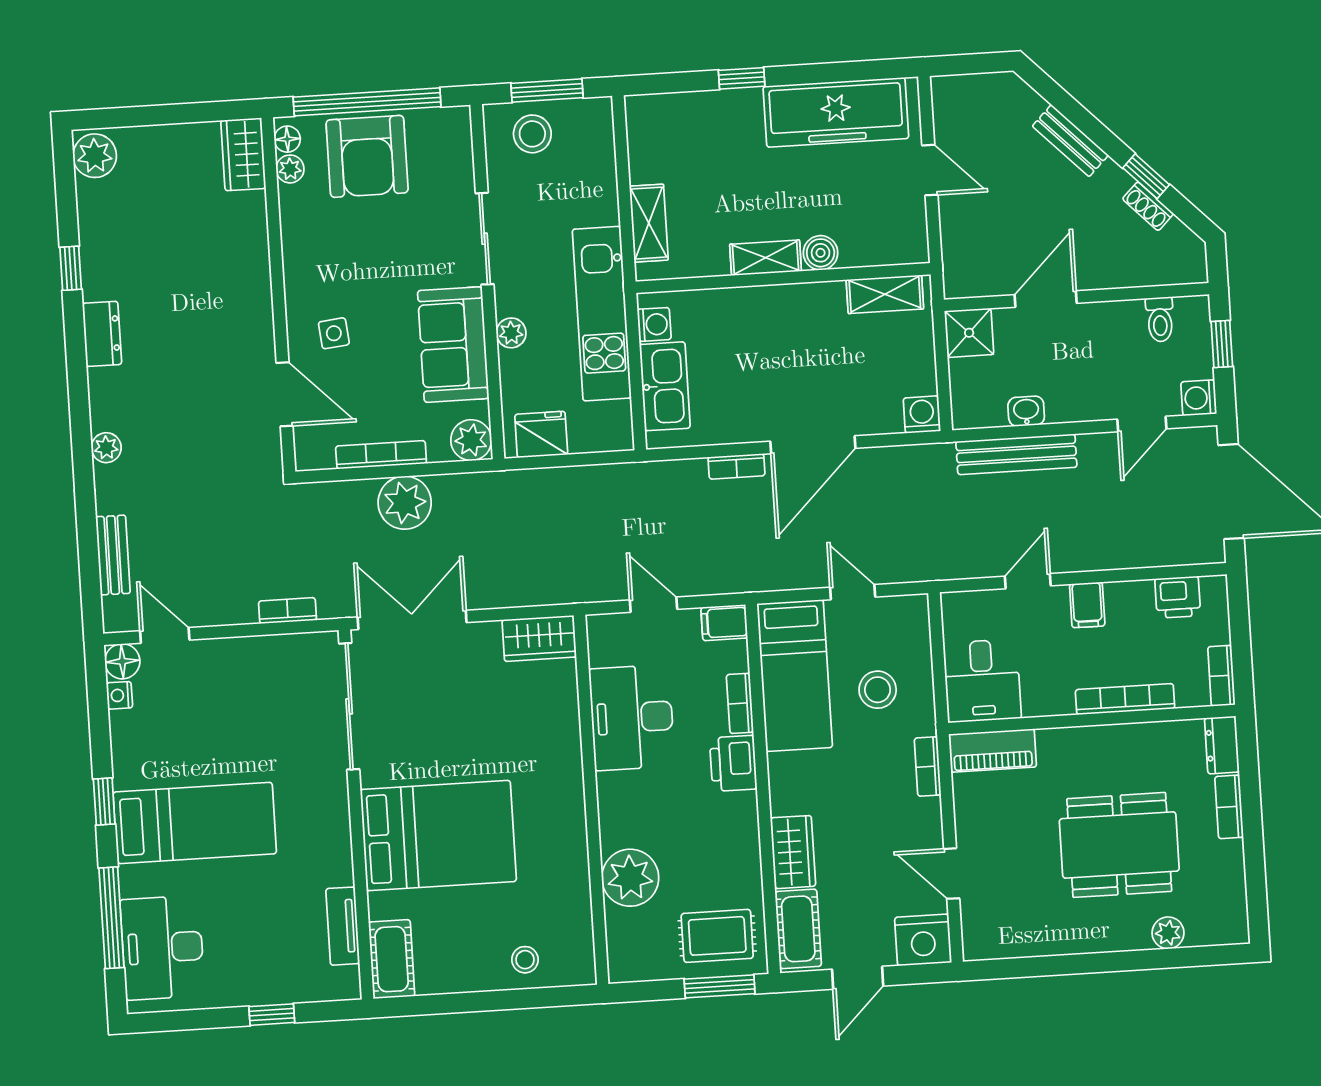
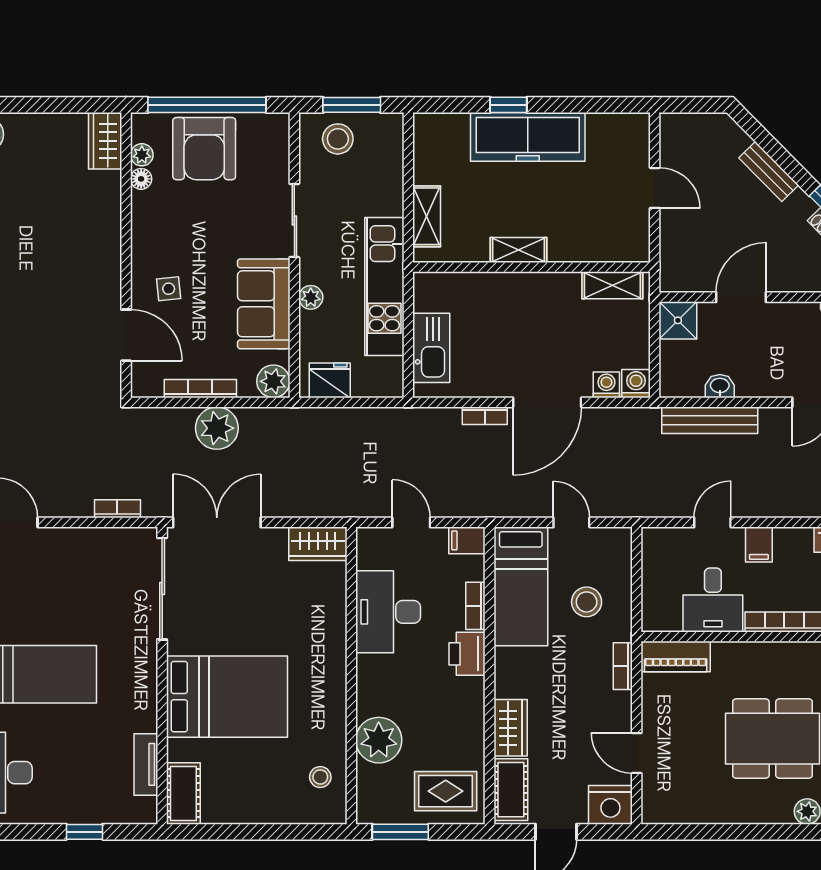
freezer: (836, 112) -> (528, 137), moved
floor lamp: (287, 139) -> (141, 179), moved
boiler: (821, 253) -> (563, 249), removed
washing machine: (654, 324) -> (606, 385), moved, turned -90
desk: (982, 681) -> (713, 600), moved
stool: (525, 960) -> (320, 777), moved
window: (720, 986) -> (400, 832), moved

